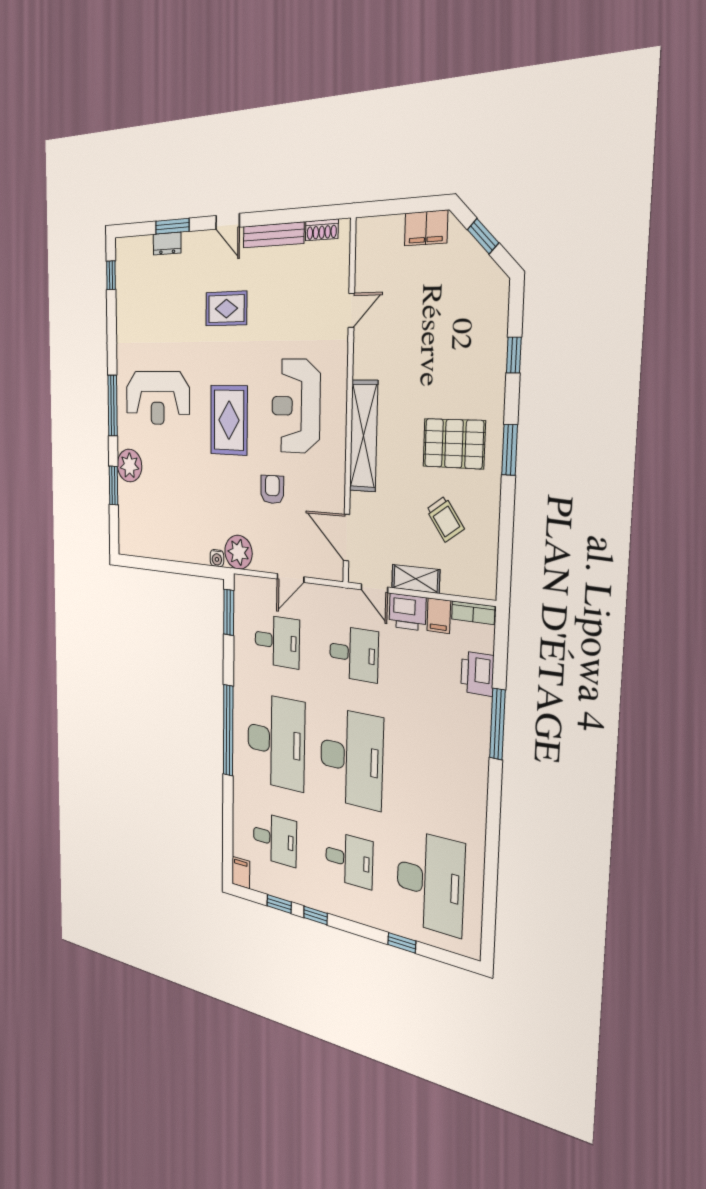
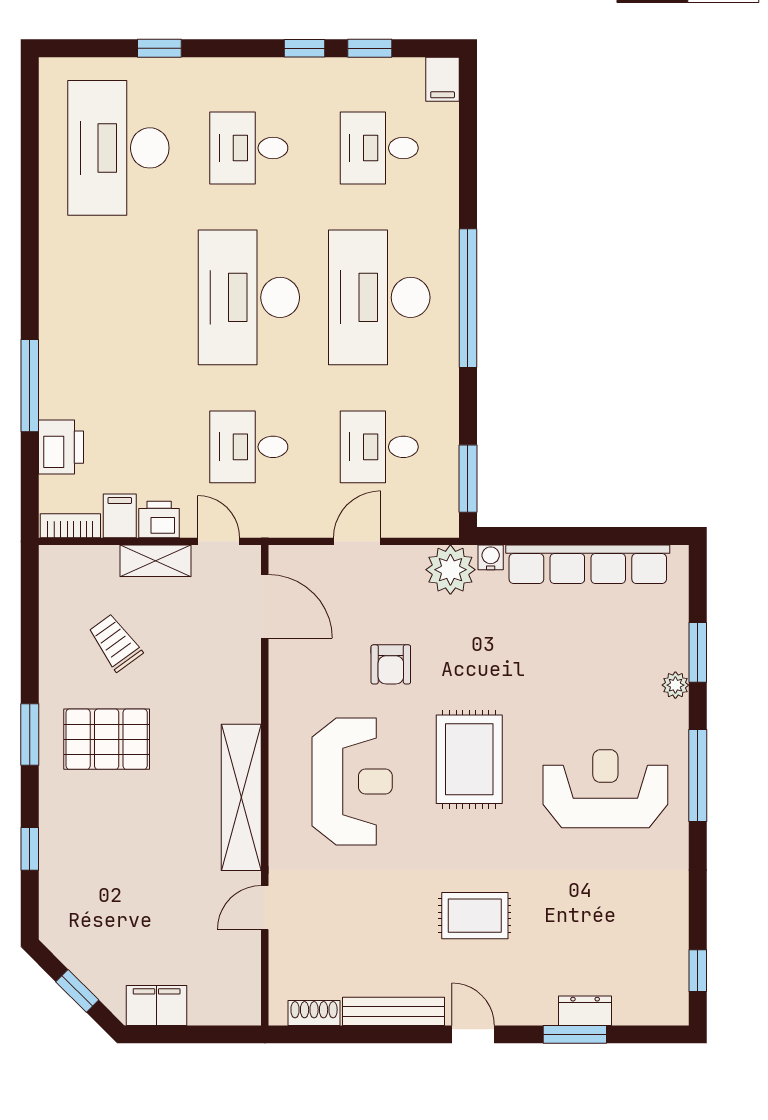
shelving: (364, 436) -> (241, 797), moved
plant: (129, 466) -> (675, 685), width x0.53, depth x0.53
row of seats: (167, 548) -> (588, 564), added
printer: (407, 612) -> (159, 519), width x0.73, depth x0.81

